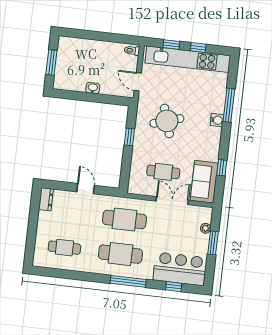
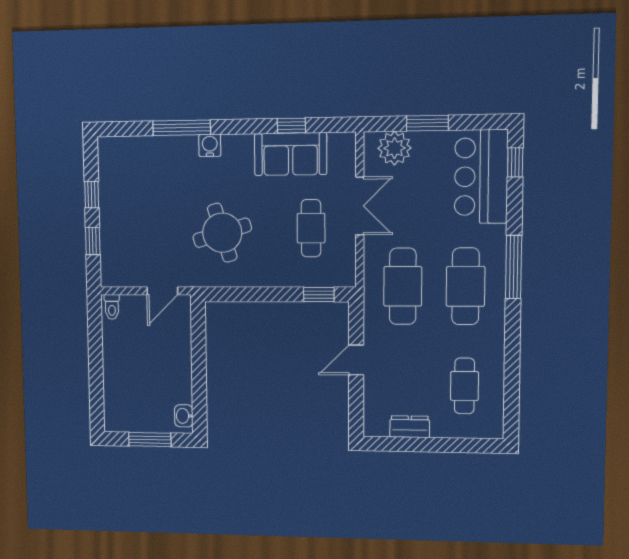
kitchen unit: (188, 59) -> (113, 210), removed
washbasin: (93, 88) -> (184, 416), moved
window: (129, 137) -> (319, 295), moved
sofa: (204, 182) -> (291, 154), moved
dresser: (46, 199) -> (410, 427), moved
double door: (172, 201) -> (360, 206), swing flipped
plant: (206, 228) -> (395, 148), width x1.88, depth x1.88
window: (174, 287) -> (515, 162), moved

